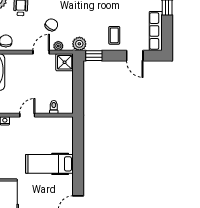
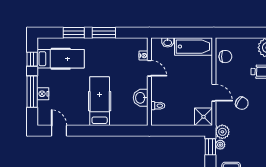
plant: (58, 46) -> (220, 145), moved
door: (27, 115) -> (149, 68), moved
washbasin: (46, 124) -> (141, 98), added

